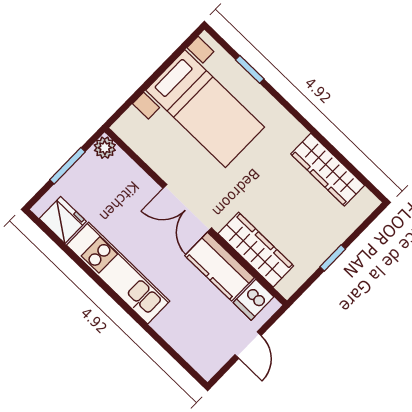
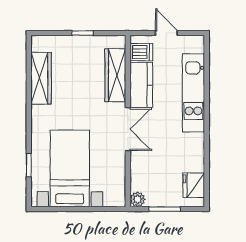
kitchen unit: (118, 273) -> (193, 93), moved
door: (248, 345) -> (166, 33), hinge flipped

